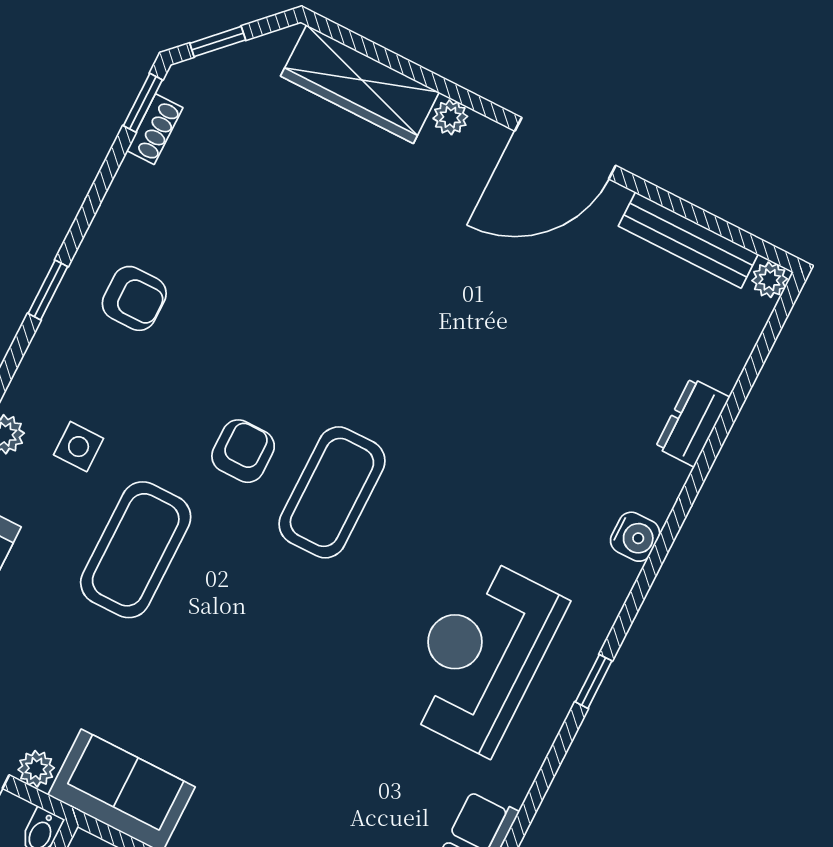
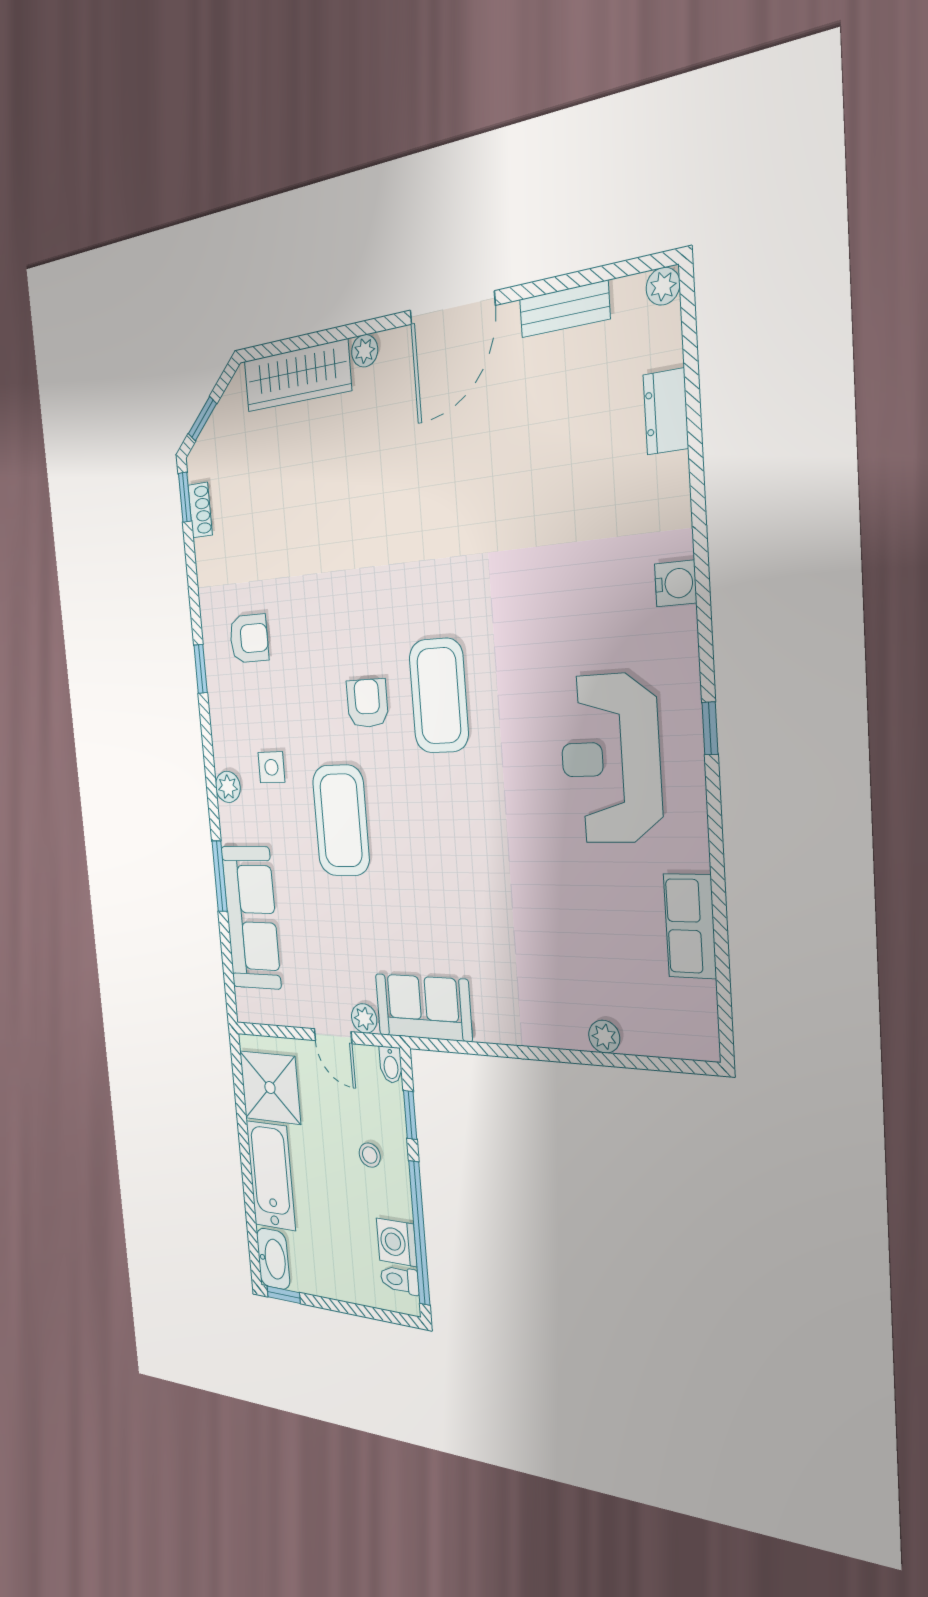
bench: (688, 240) -> (564, 309), width x0.73
dresser: (693, 422) -> (666, 412), moved

